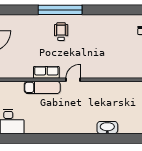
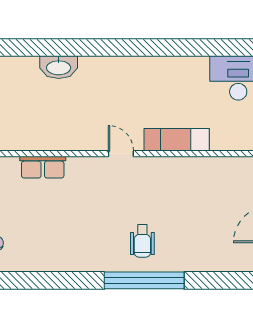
row of seats: (46, 72) -> (43, 167), moved
door: (73, 80) -> (121, 154), swing flipped

